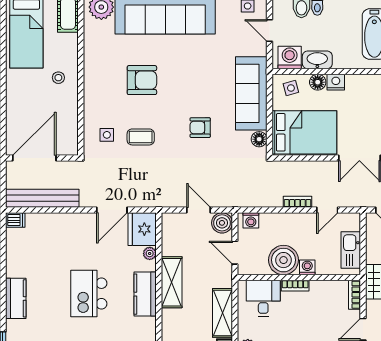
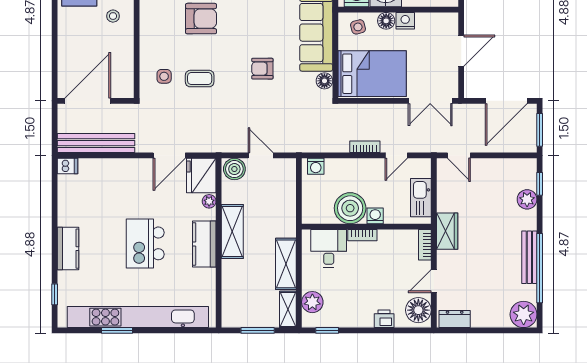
boiler: (222, 223) -> (234, 169), moved
door: (235, 253) -> (299, 200), removed

